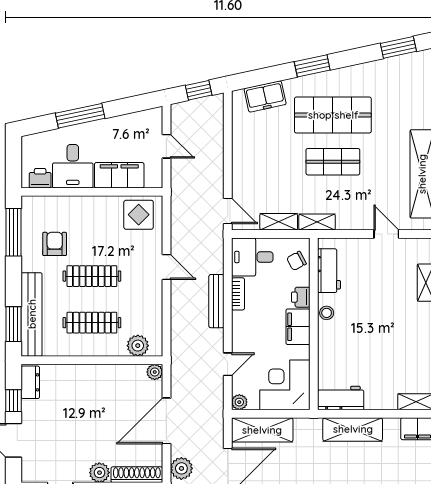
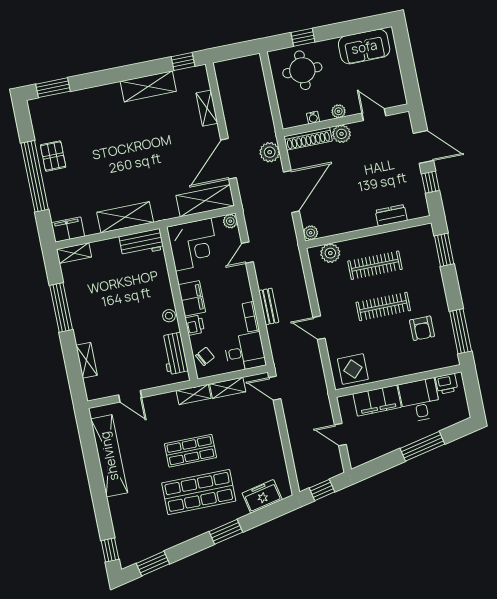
bench: (216, 301) -> (269, 306), width x0.73
bench: (32, 314) -> (430, 262), removed
dresser: (30, 382) -> (391, 215), moved, turned 90

